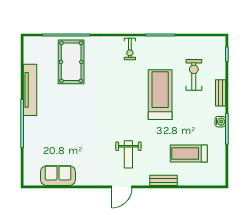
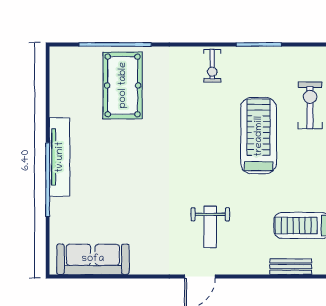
tv unit: (30, 90) -> (60, 157), moved
sofa: (58, 176) -> (93, 259), width x1.36
bench: (164, 180) -> (291, 267), moved

